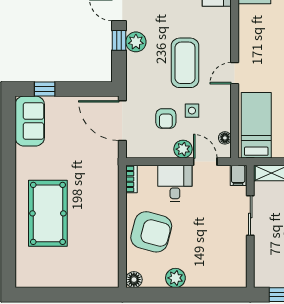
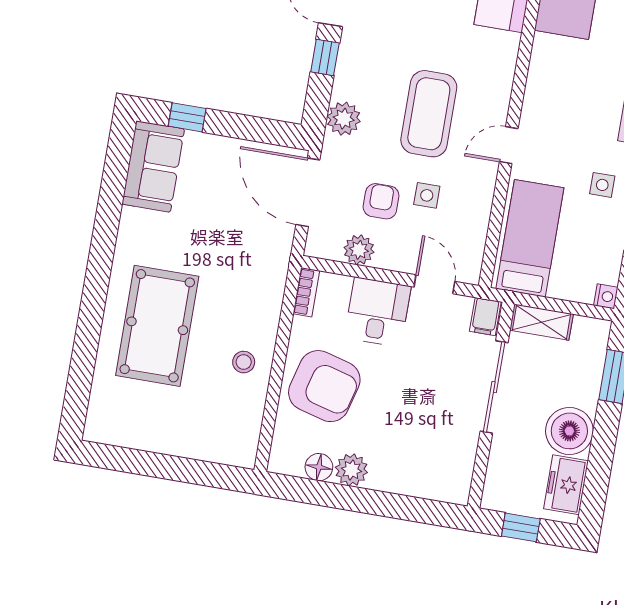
plant: (136, 42) -> (344, 119), moved
armchair: (166, 119) -> (381, 201), turned 180
floor lamp: (225, 138) -> (474, 250), removed
plant: (183, 149) -> (359, 250), moved
sliding door: (250, 215) -> (494, 387), width x1.37
stool: (102, 226) -> (244, 362), added
floor lamp: (134, 280) -> (319, 467), moved

